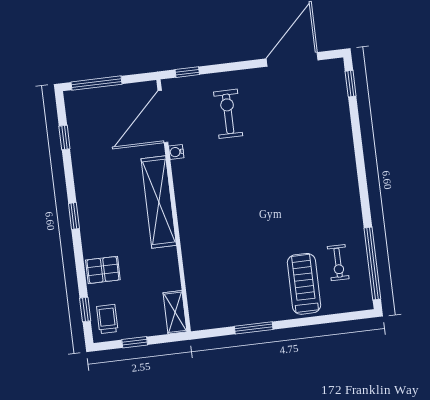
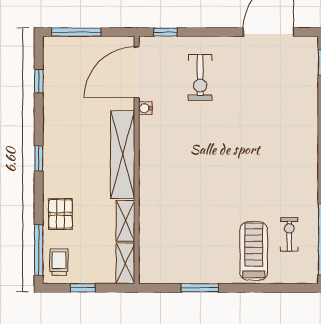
exercise bike: (228, 114) -> (200, 77), turned 180
exercise bike: (338, 263) -> (289, 234), turned 180
shelving: (170, 269) -> (125, 221), added
pallet: (103, 270) -> (60, 214), turned 90
window: (85, 309) -> (39, 250), width x2.17

